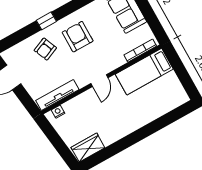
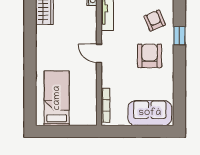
armchair: (78, 37) -> (150, 56), turned -90
bed: (144, 72) -> (57, 98), moved

